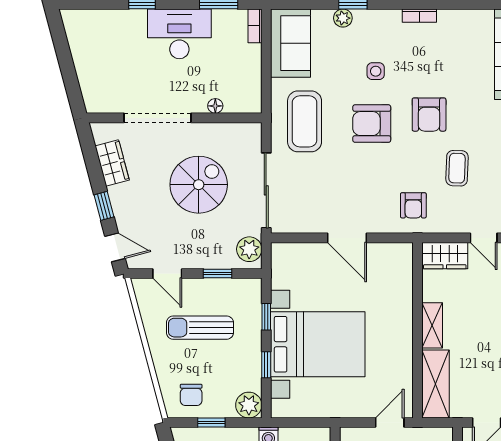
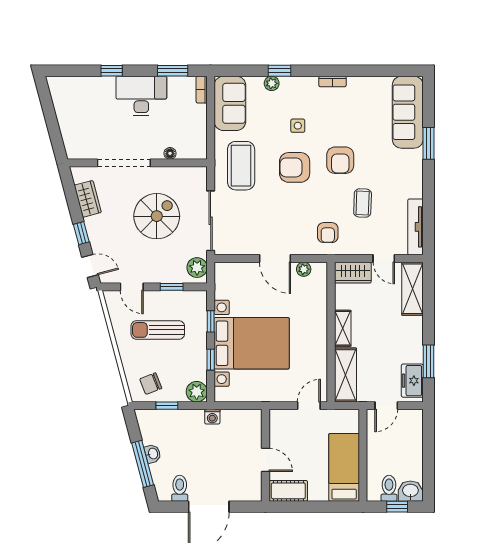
plant: (383, 251) -> (304, 269), added
chair: (191, 395) -> (151, 384), turned 69

